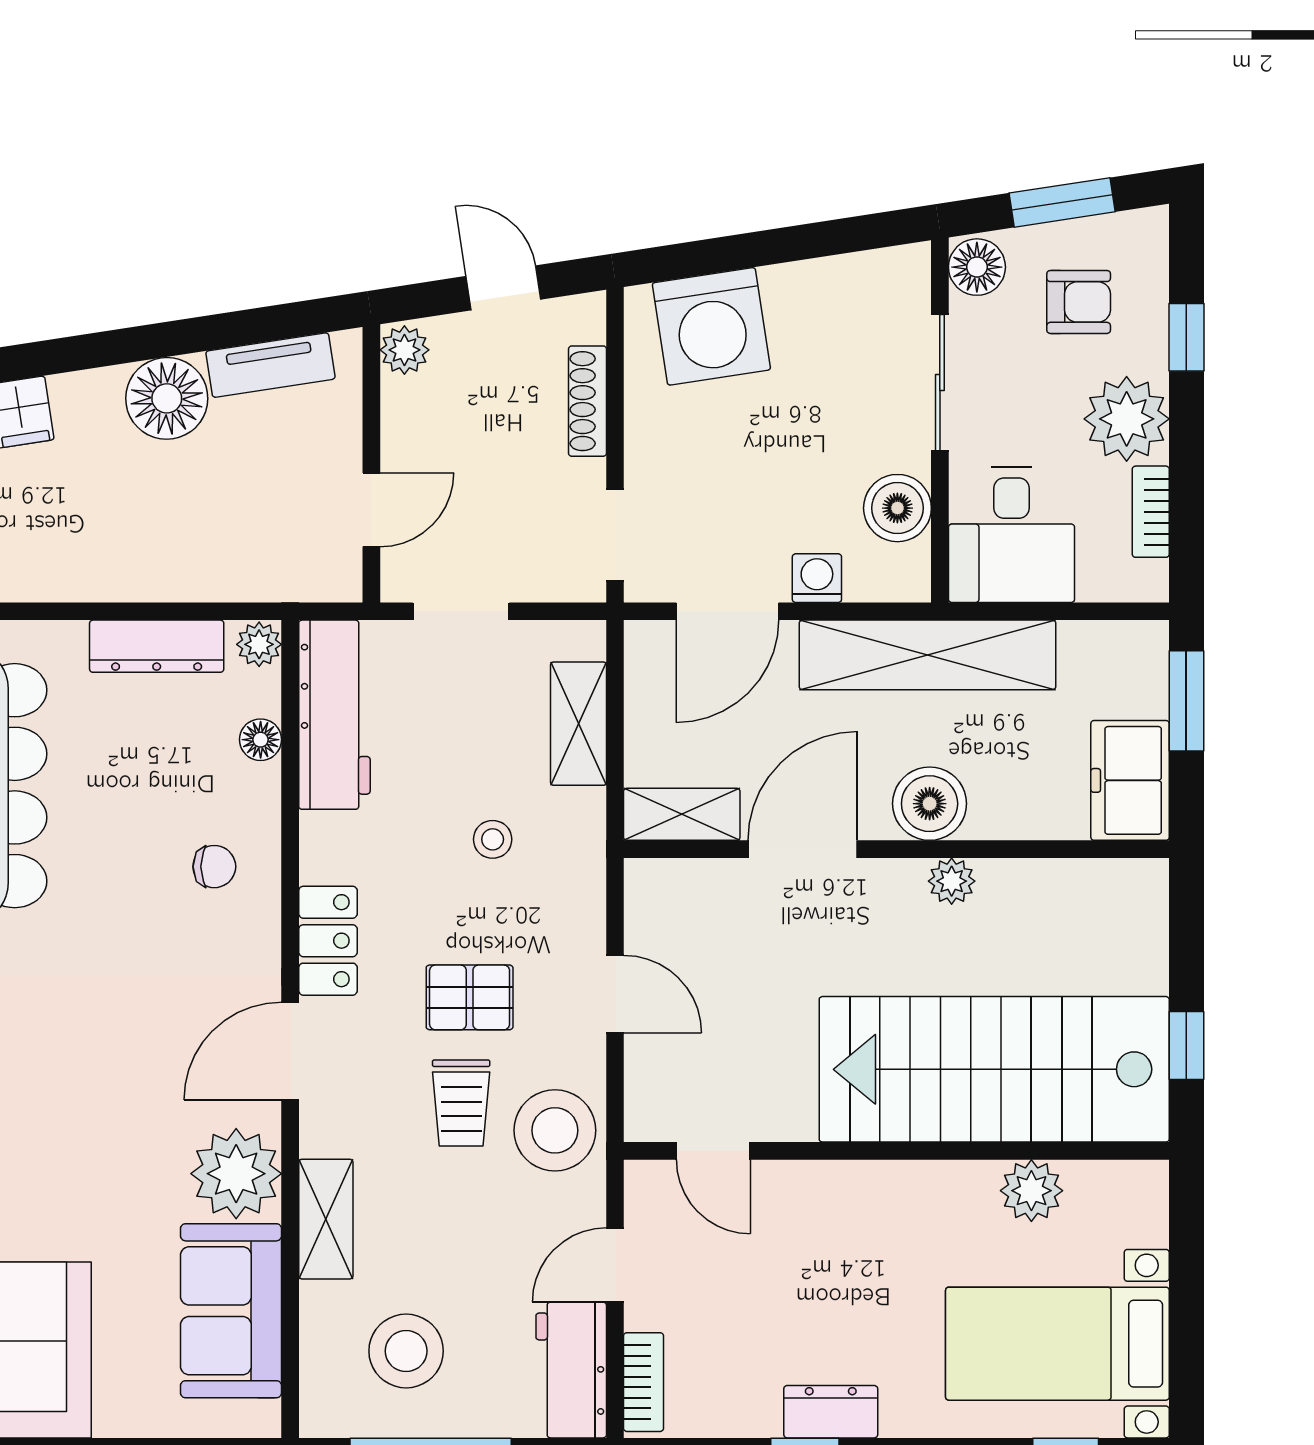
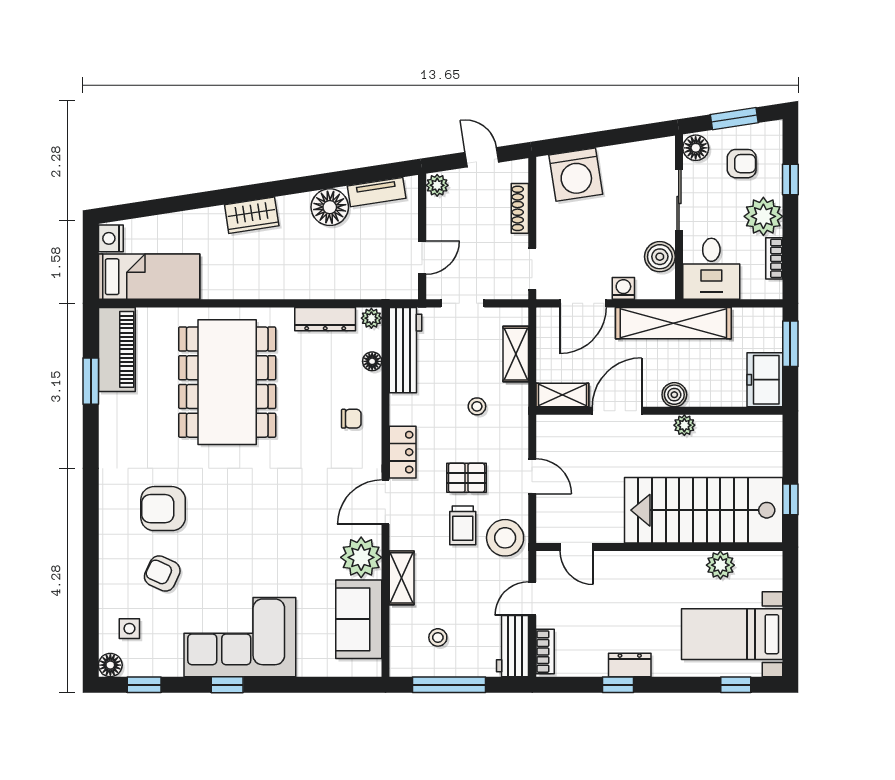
boiler: (930, 804) -> (674, 395), width x0.73, depth x0.73
stool: (406, 1351) -> (438, 637), width x0.53, depth x0.53

